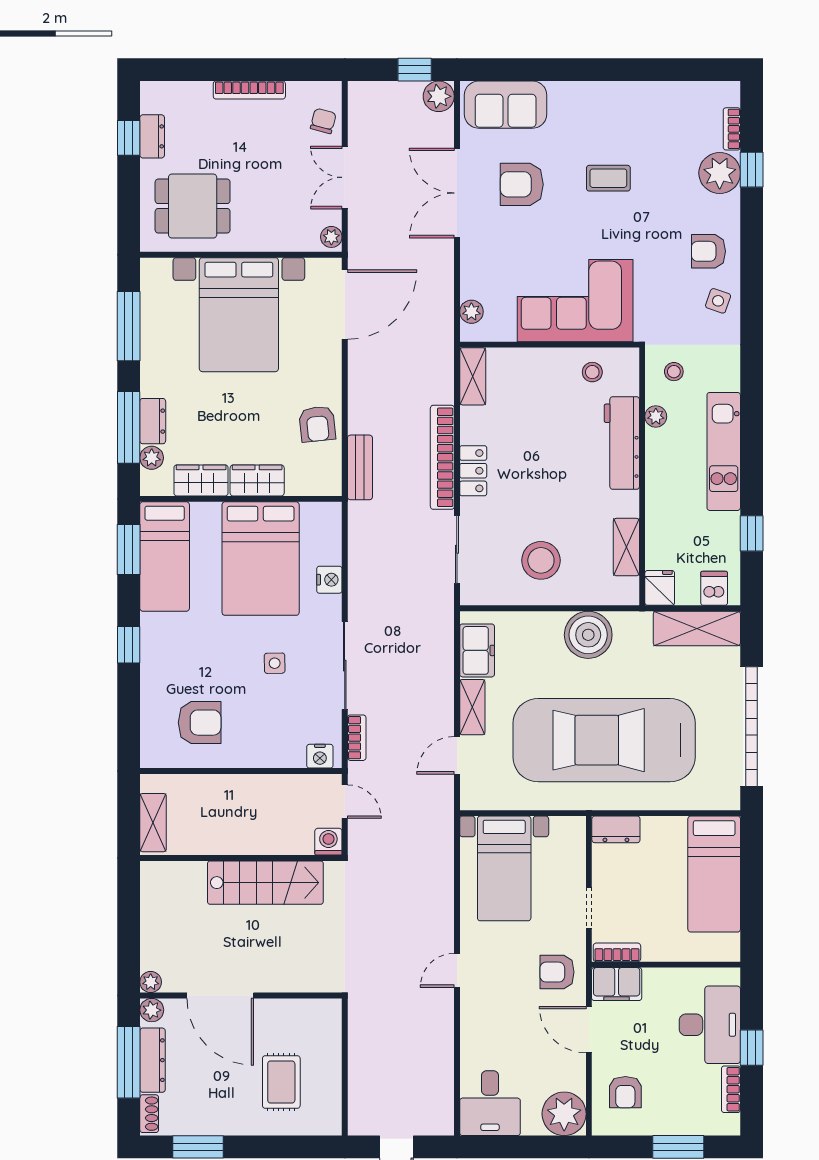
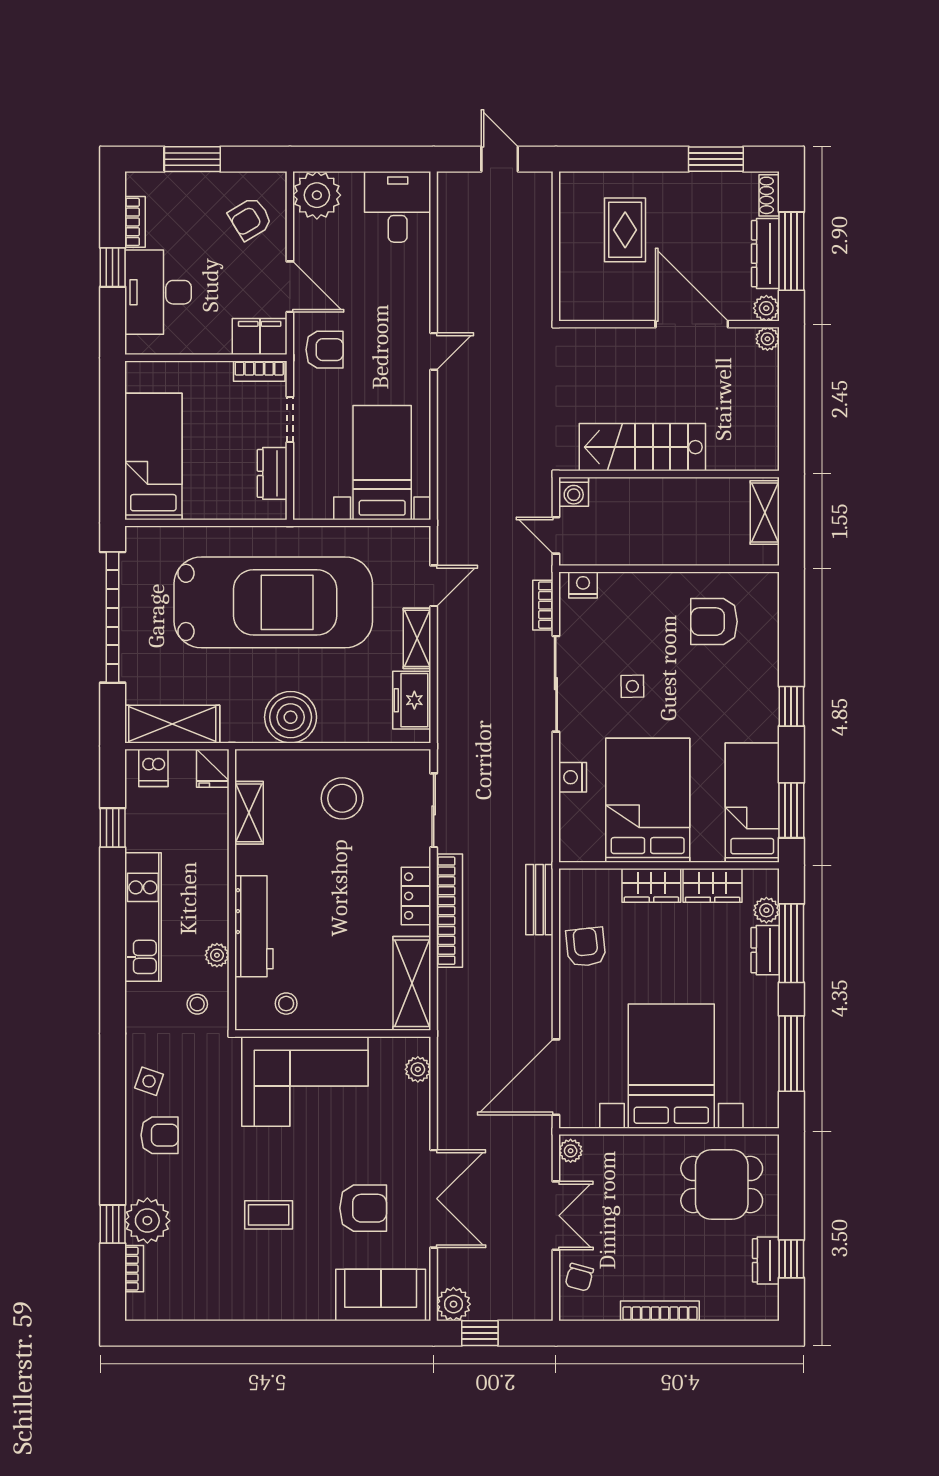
shelving: (473, 376) -> (412, 983), width x1.50, depth x1.33
dresser: (616, 829) -> (272, 473), moved, turned -90
armchair: (625, 1092) -> (250, 219), turned -121

